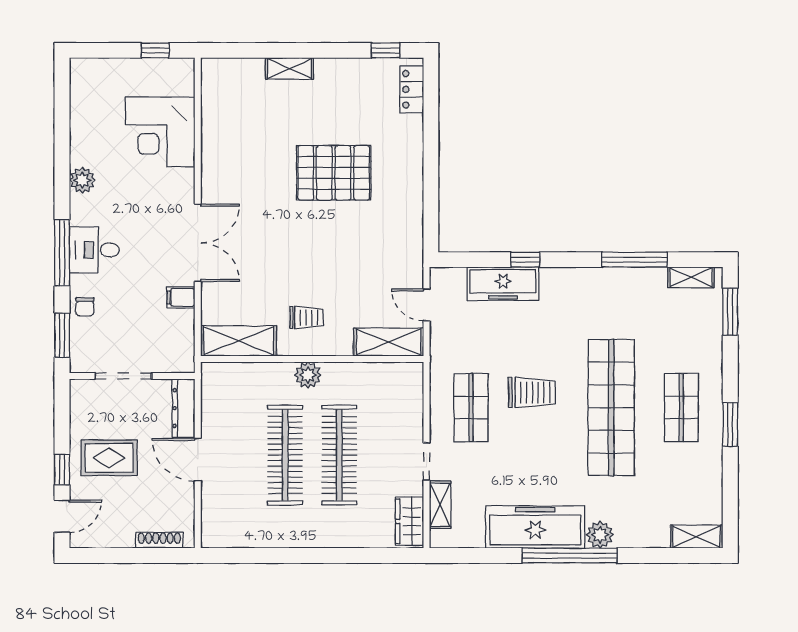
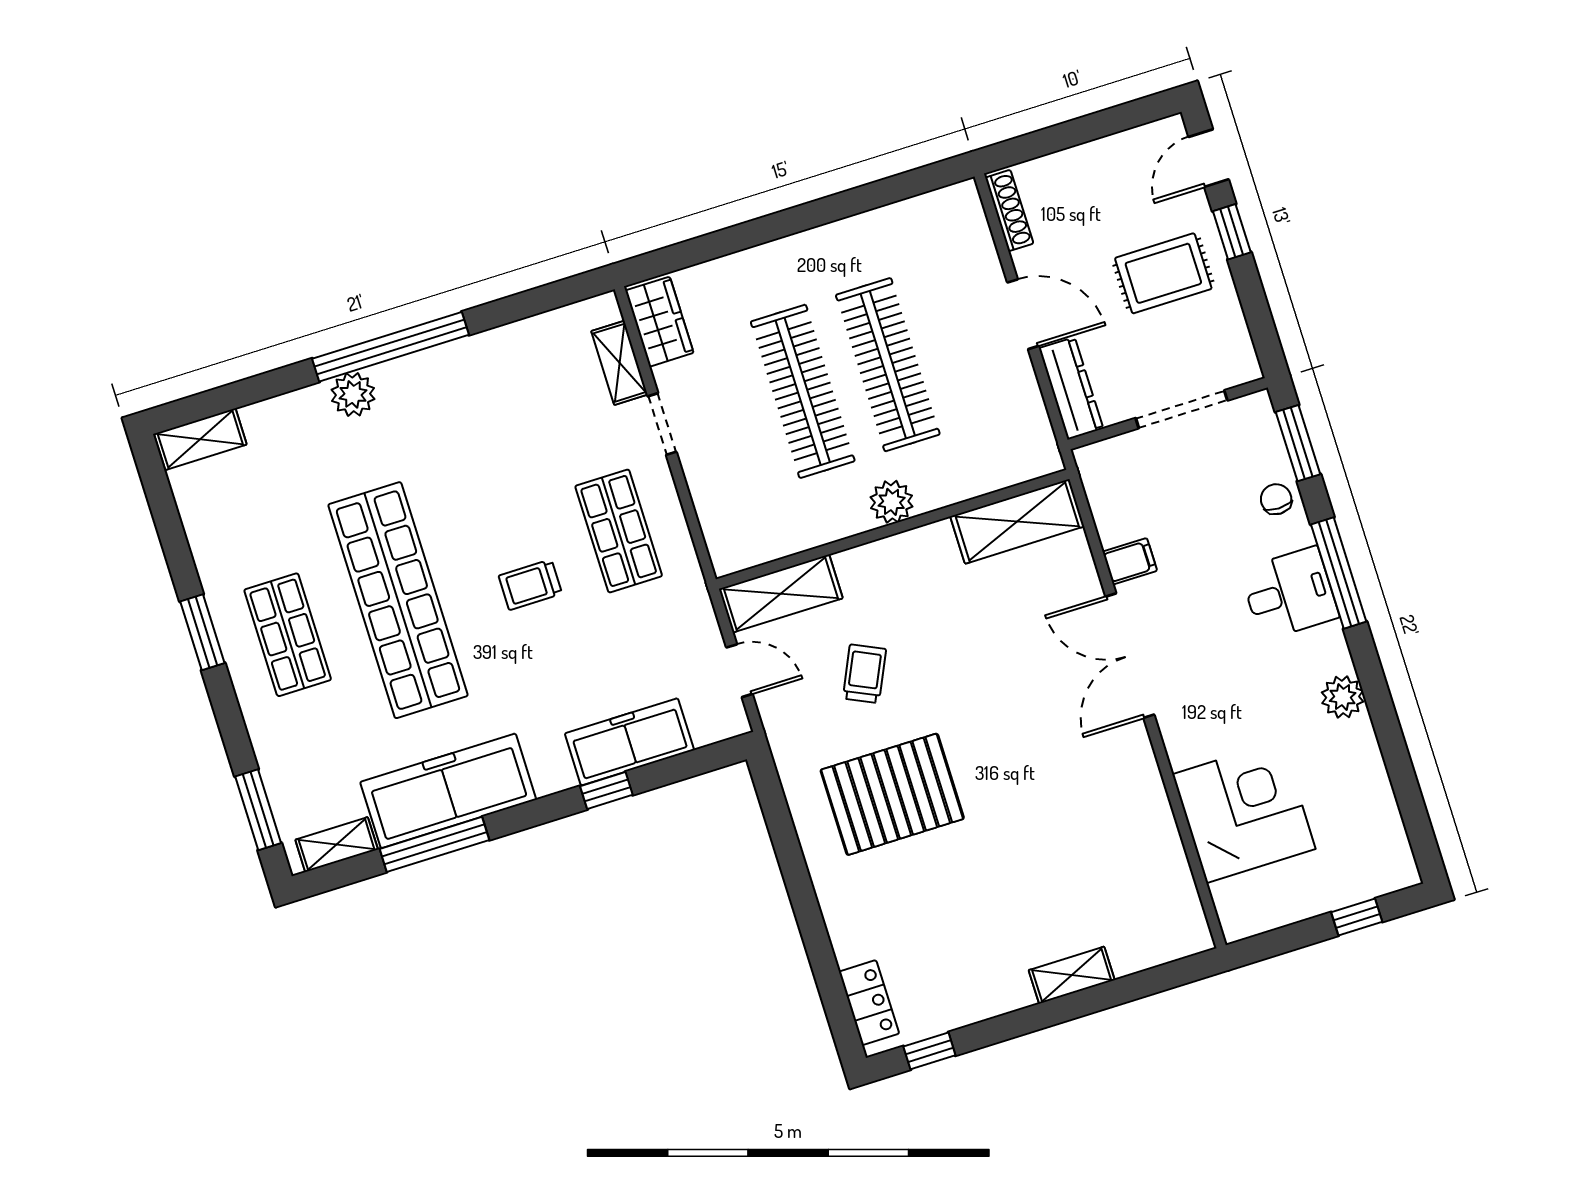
window: (155, 50) -> (1357, 917), moved
pallet: (334, 173) -> (892, 794), moved
trolley: (307, 318) -> (864, 674), moved, turned 115
trolley: (532, 393) -> (530, 585), width x0.73, depth x0.72
freezer: (535, 527) -> (448, 791), moved, turned 180
shoe rack: (159, 540) -> (1009, 211), moved, turned -90

